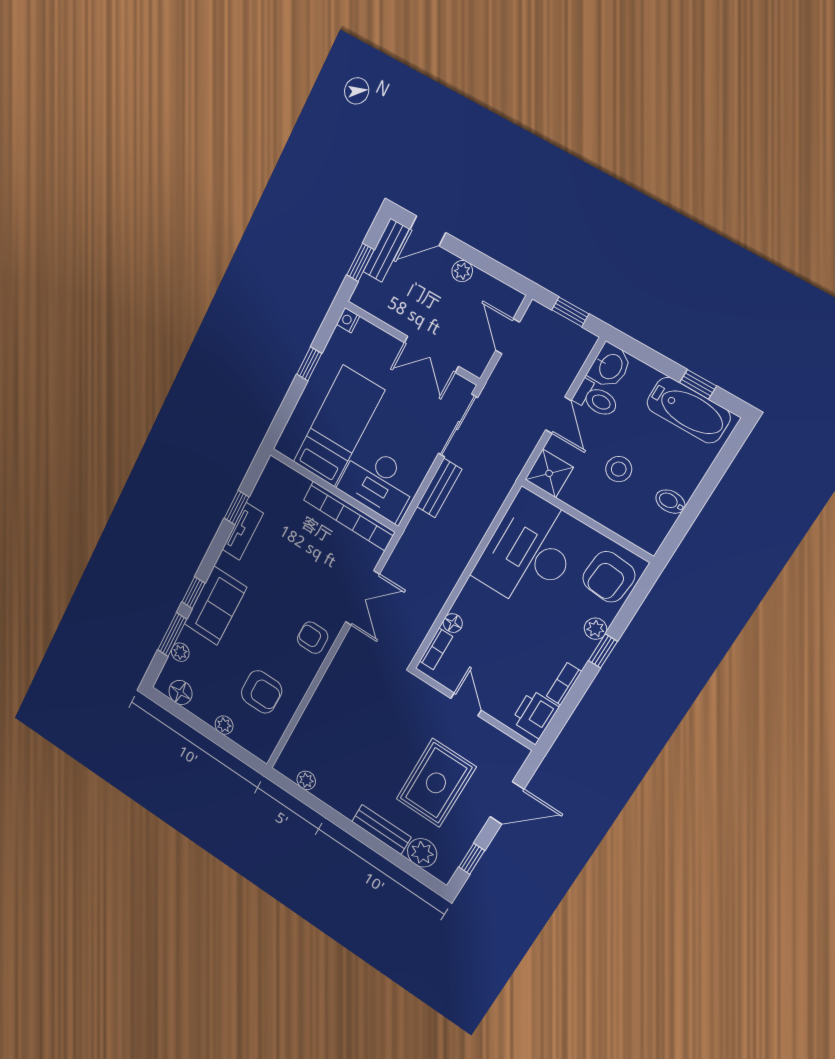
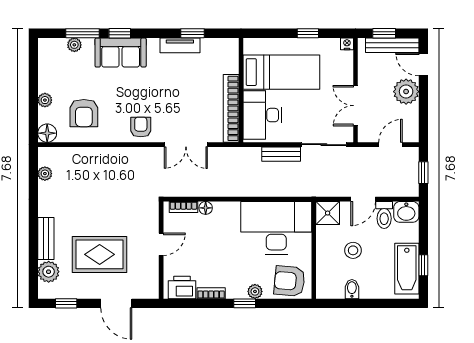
bench: (386, 250) -> (392, 45), width x1.36
plant: (462, 271) -> (406, 92), width x1.87, depth x1.87
floor lamp: (180, 692) -> (47, 133), moved

